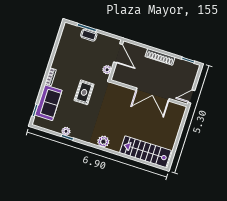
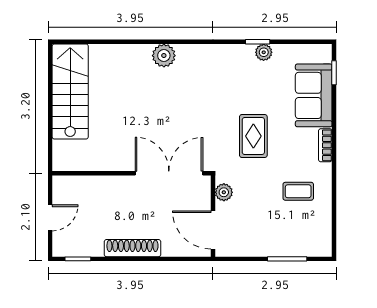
coffee table: (89, 35) -> (298, 191), moved
double door: (153, 94) -> (169, 173), moved
door: (191, 96) -> (50, 218), moved
plant: (103, 142) -> (164, 56), moved
stairs: (145, 152) -> (70, 92), moved, turned -90

